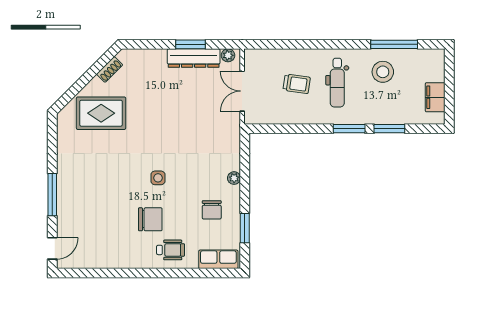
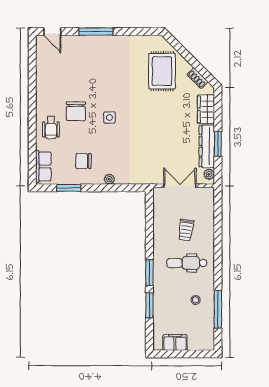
wardrobe: (148, 59) -> (206, 109), added
stool: (383, 72) -> (196, 300), width x0.53, depth x0.53

